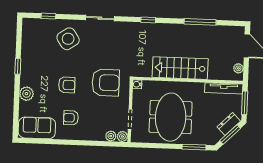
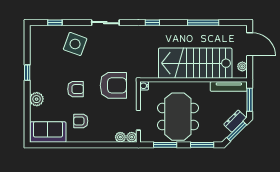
side table: (68, 39) -> (75, 44), turned -36
stairs: (180, 68) -> (195, 63), width x1.36, depth x1.51
window: (156, 146) -> (165, 145), added

